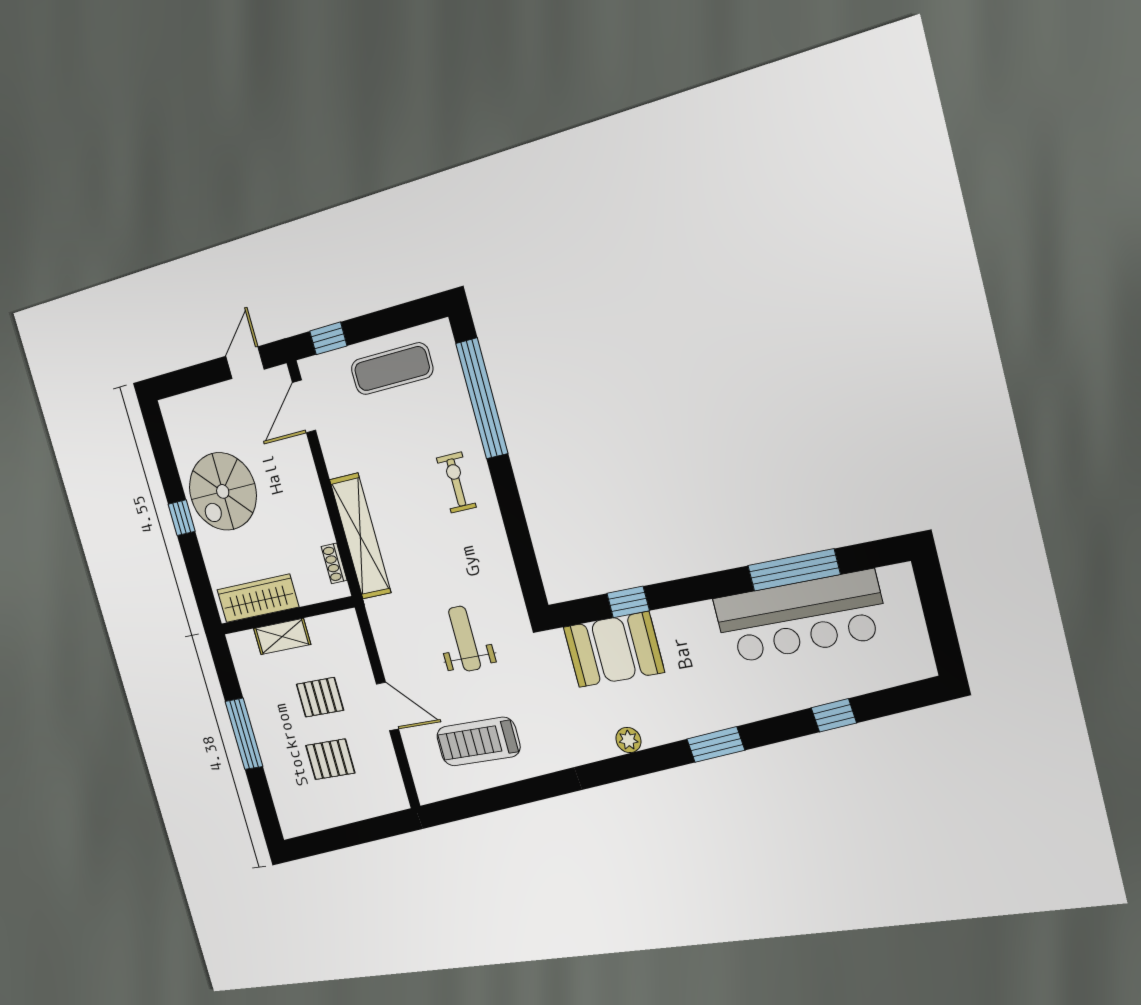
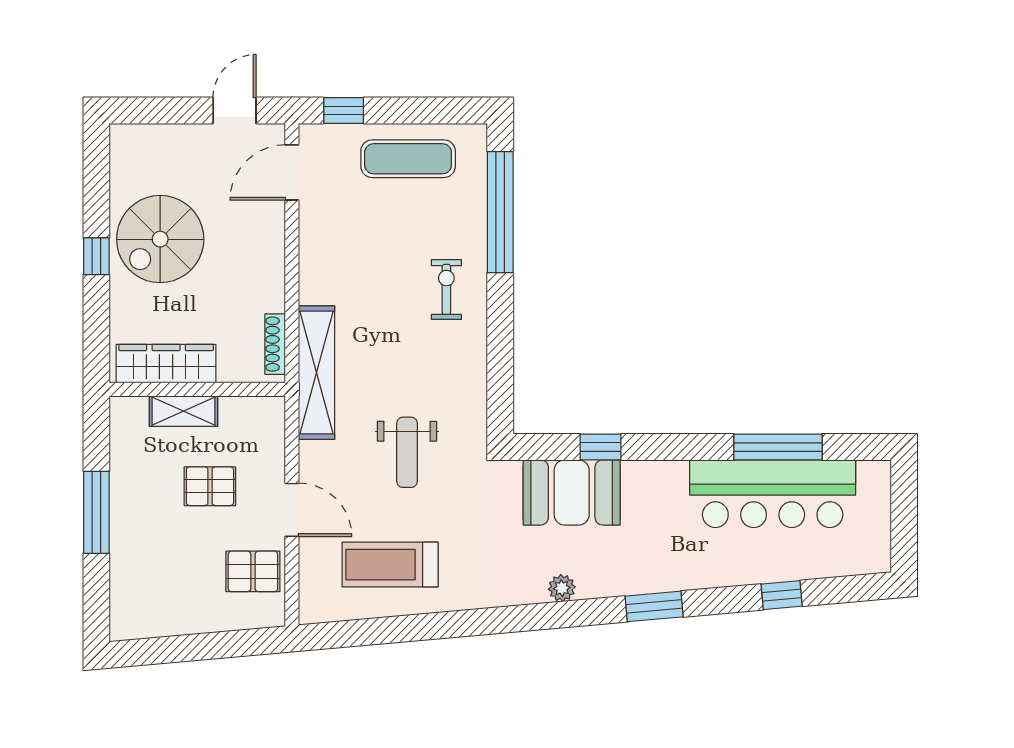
shelving: (360, 536) -> (316, 373), moved
shoe rack: (334, 563) -> (275, 344), width x1.43
weight bench: (465, 639) -> (407, 452), turned 180
pallet: (330, 759) -> (253, 571), moved

